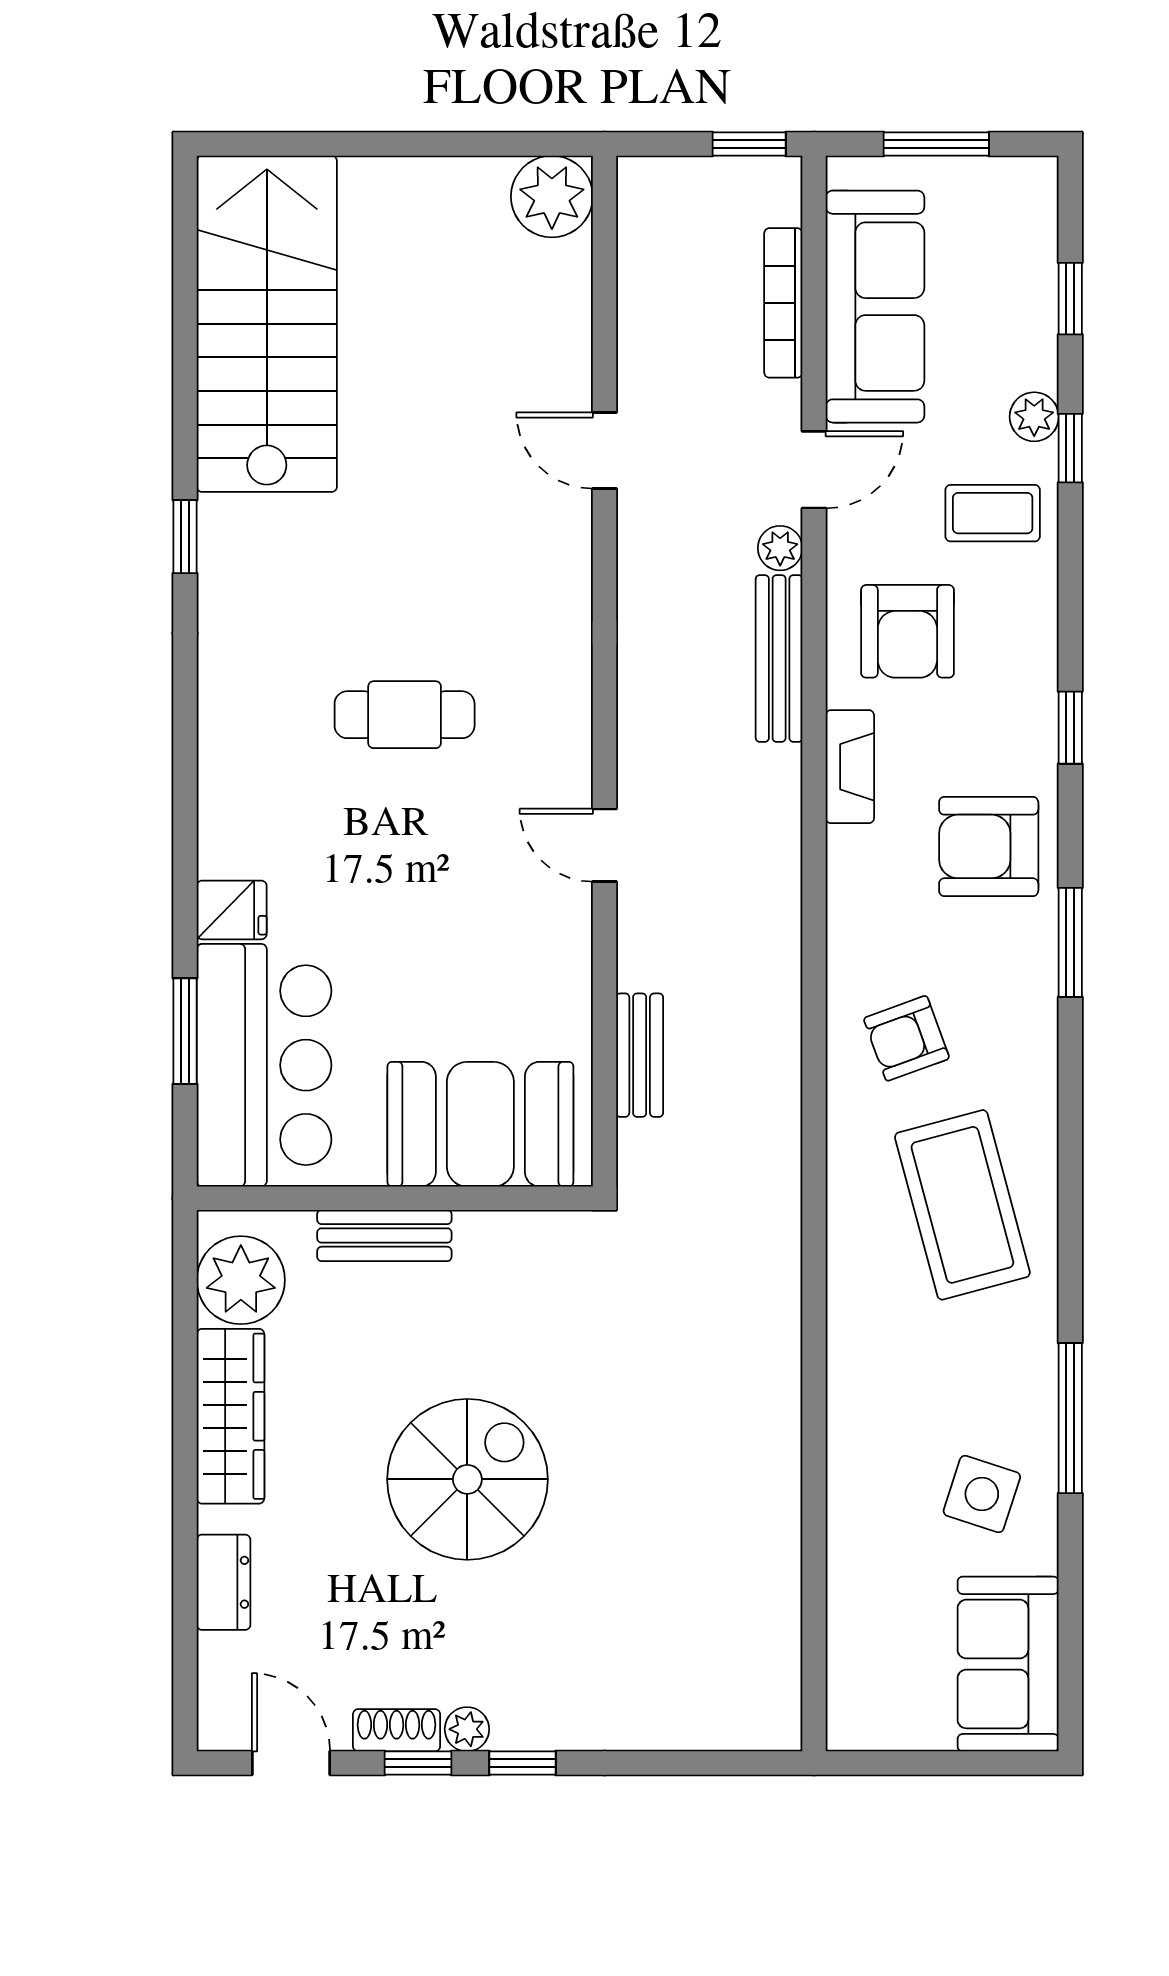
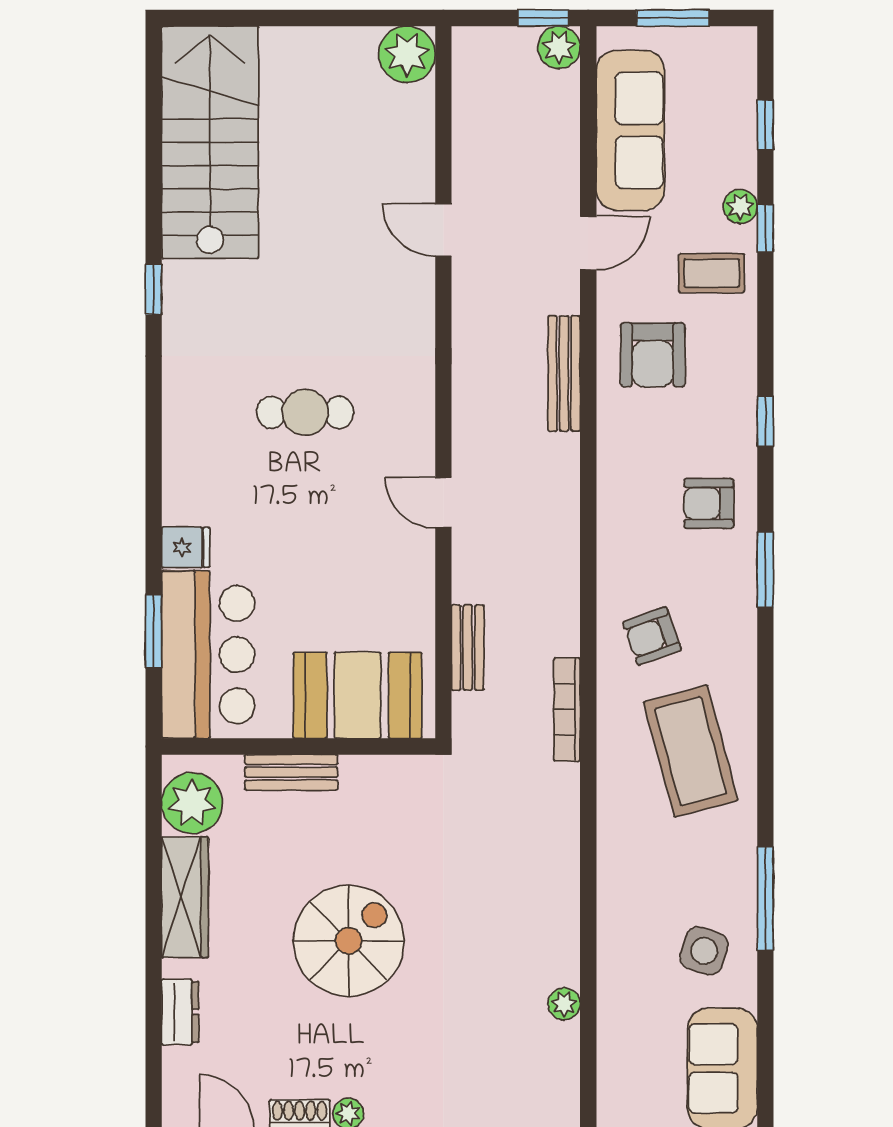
bookcase: (783, 303) -> (567, 709), moved
plant: (780, 548) -> (559, 47), moved, width x1.38, depth x1.38
fireplace: (850, 767) -> (613, 448), removed
armchair: (989, 846) -> (709, 503), width x0.72, depth x0.72
plant: (779, 1571) -> (564, 1004), added

